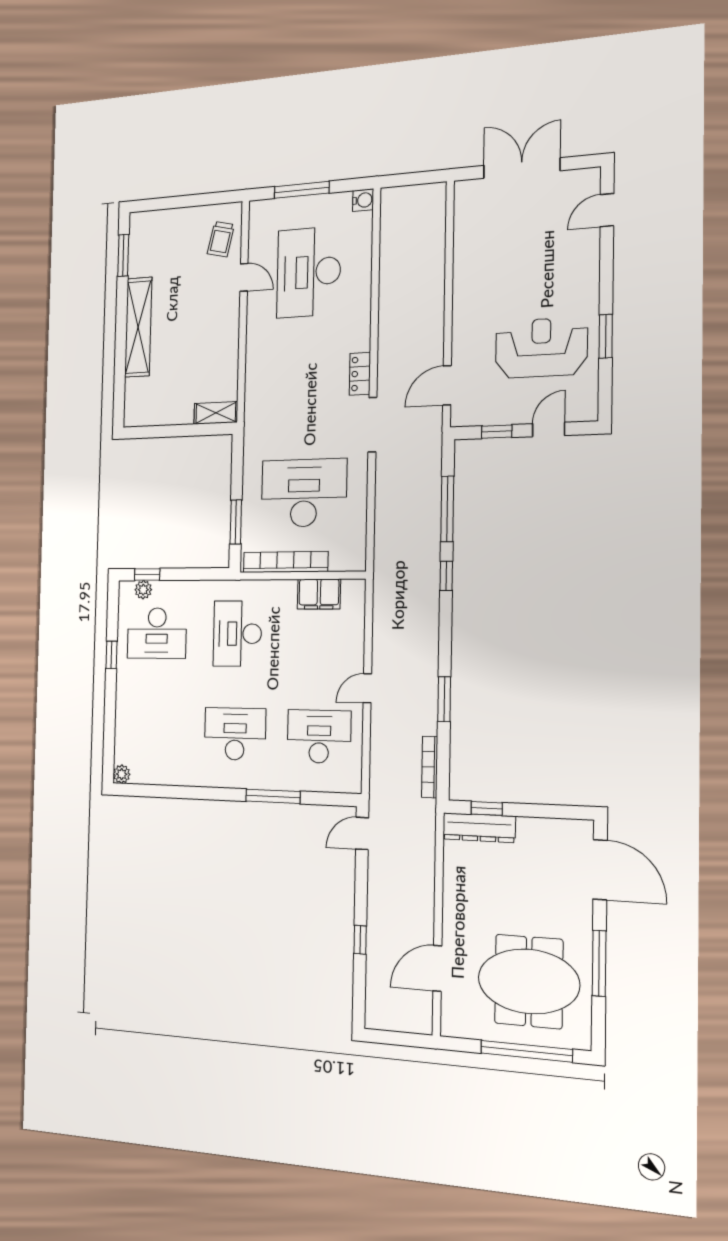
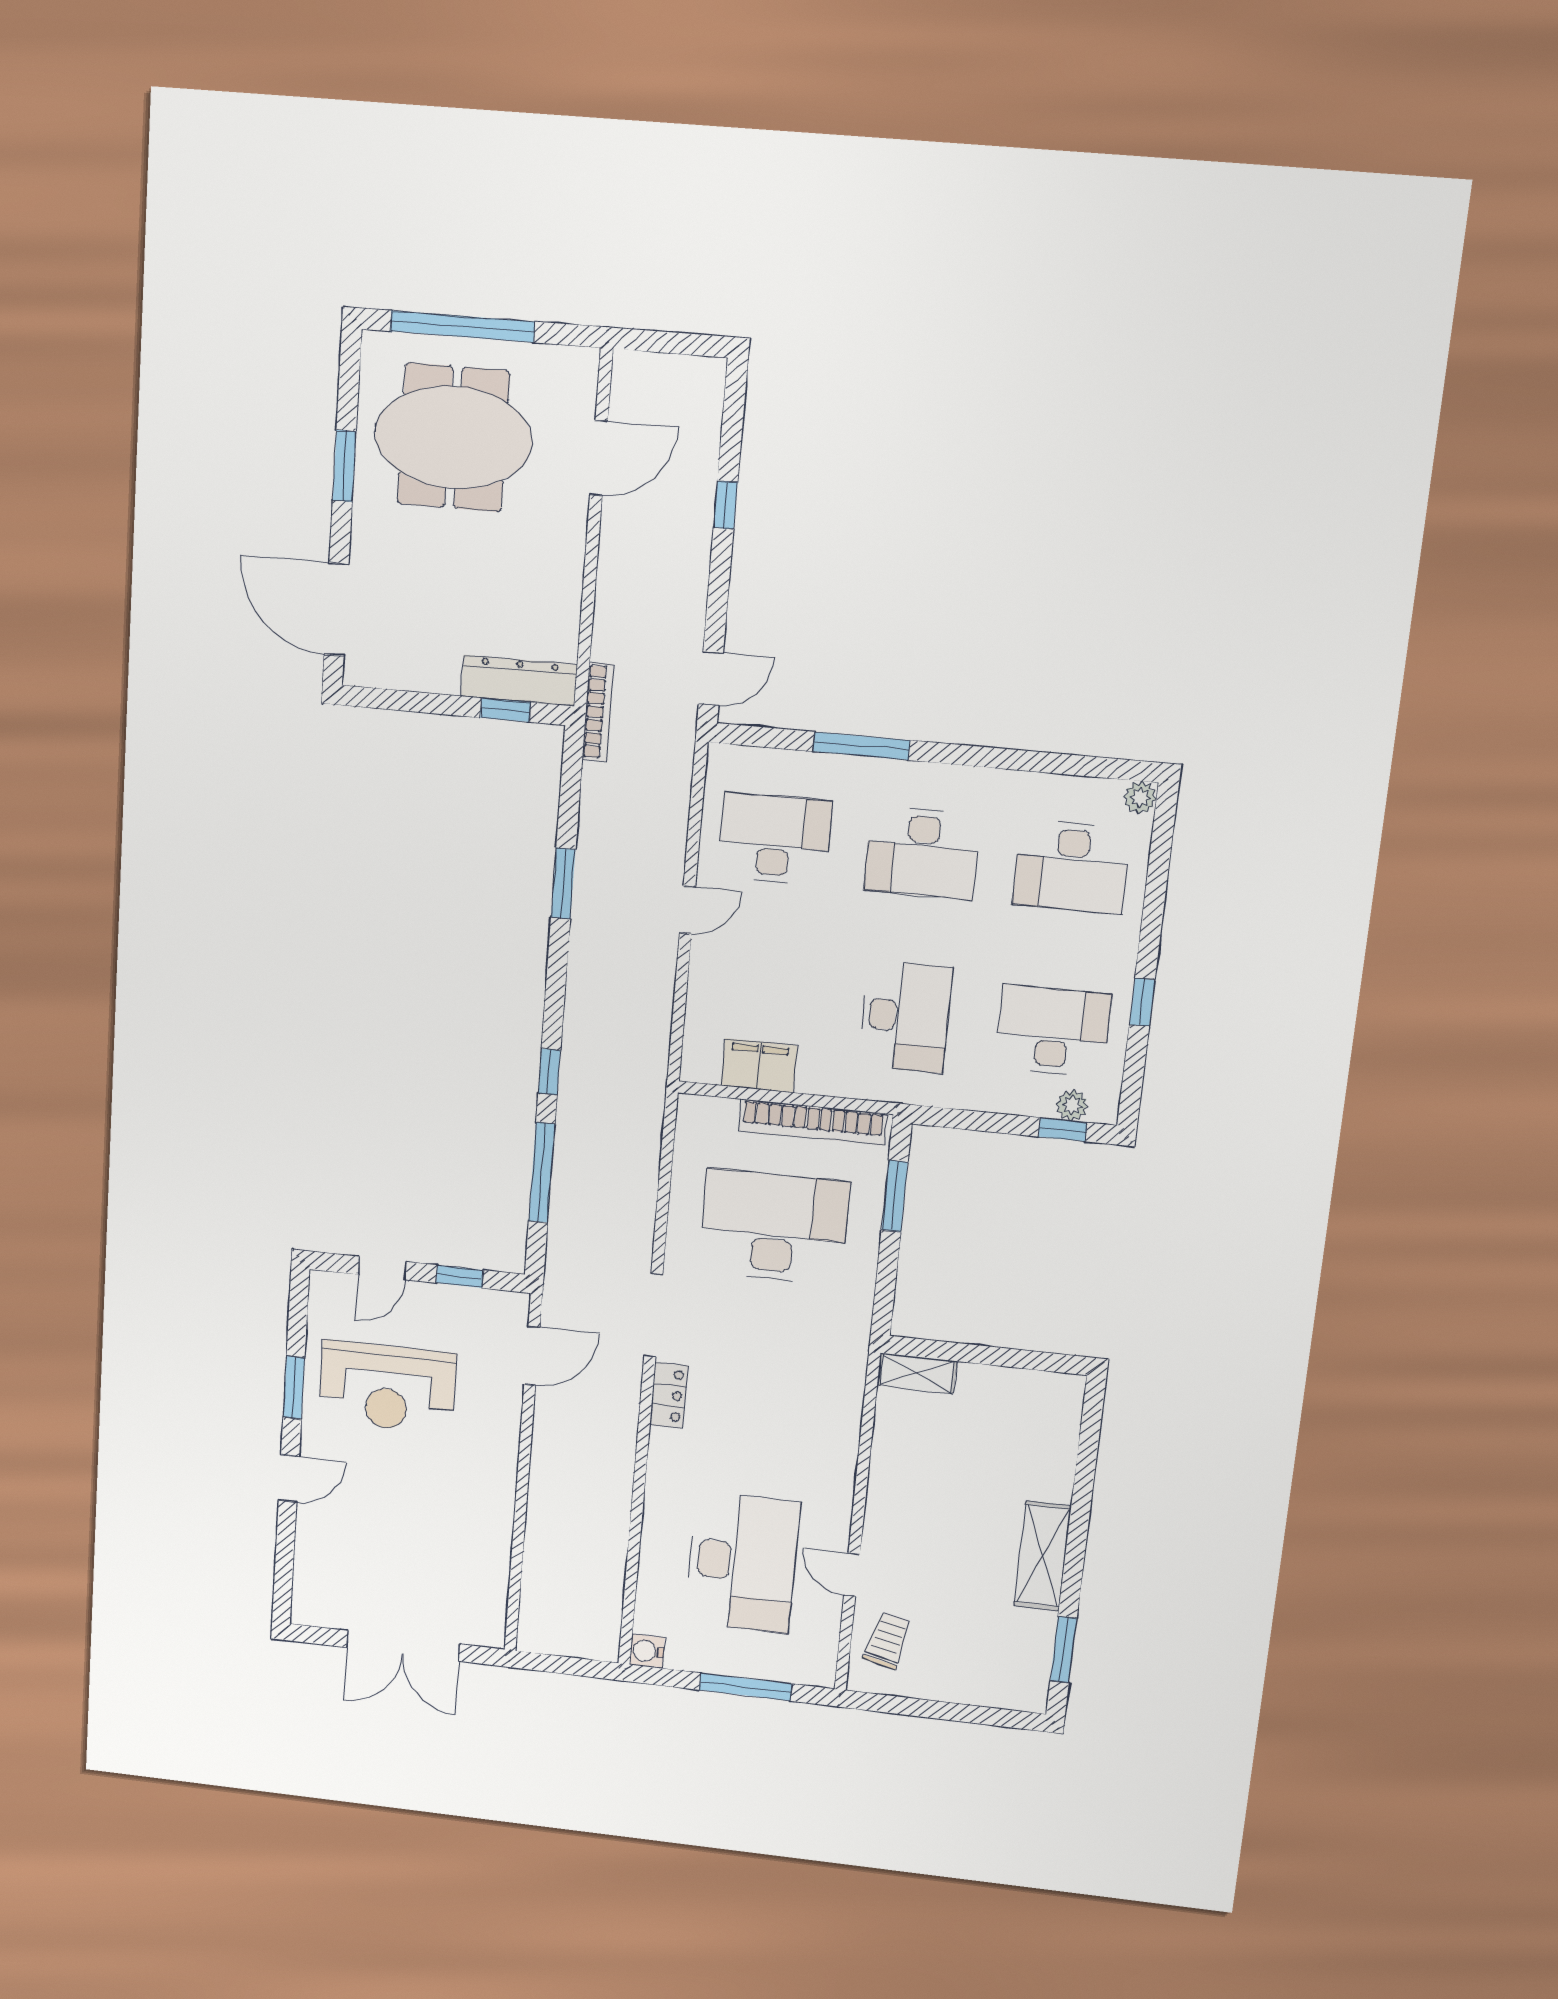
door: (607, 210) -> (289, 1478), moved
shelving: (138, 327) -> (1043, 1556), width x0.68
desk: (304, 493) -> (774, 1227), turned 180
desk: (154, 731) -> (1072, 867), added
desk: (319, 736) -> (774, 839), turned 180
bookcase: (430, 767) -> (598, 712), moved
window: (599, 963) -> (344, 466), width x0.69

